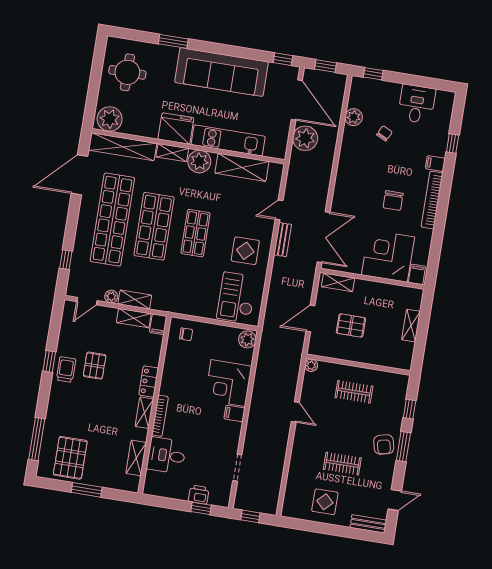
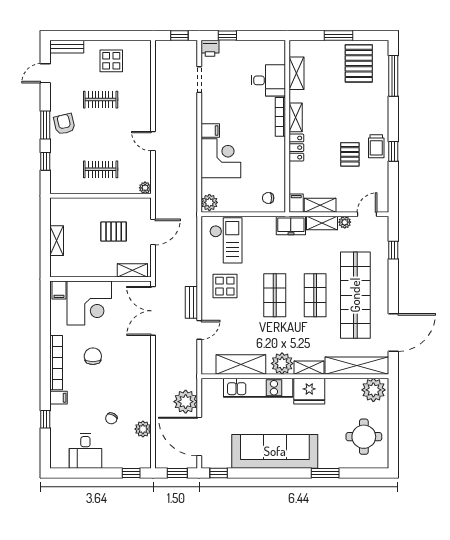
shop shelf: (154, 226) -> (315, 295), width x0.70, depth x0.74
freezer: (167, 302) -> (291, 225), added
printer: (199, 495) -> (210, 48), moved

